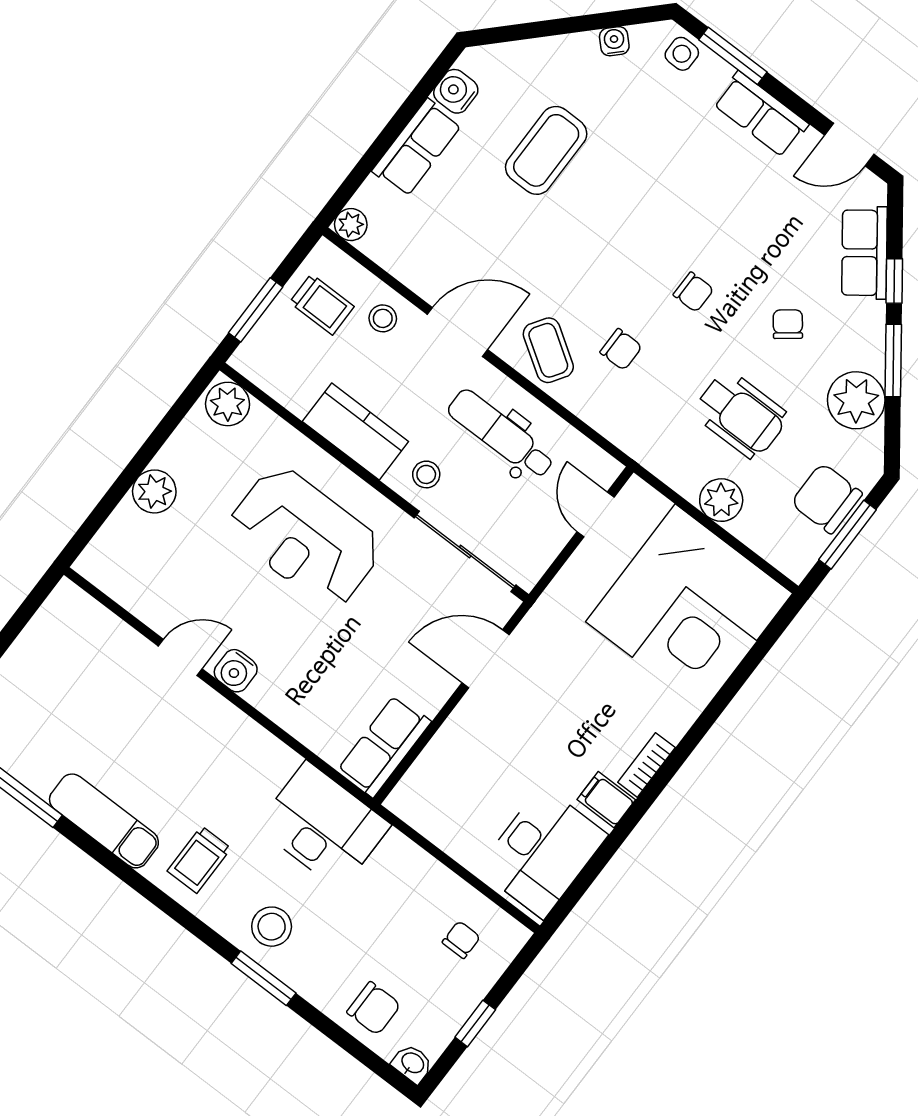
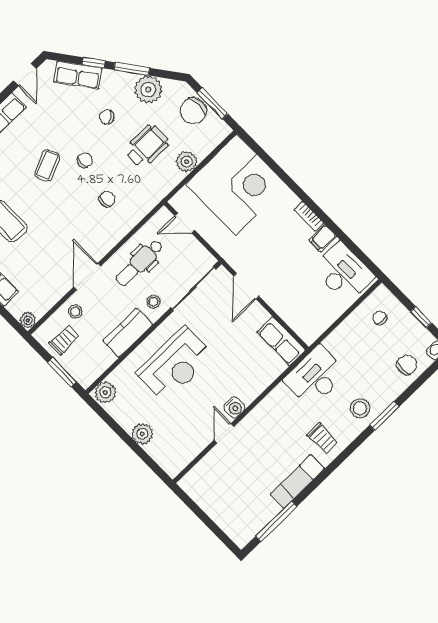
coffee table: (548, 350) -> (47, 165), moved, turned -57

